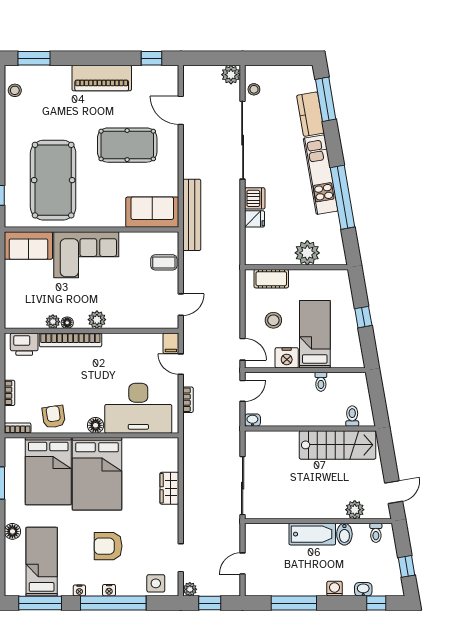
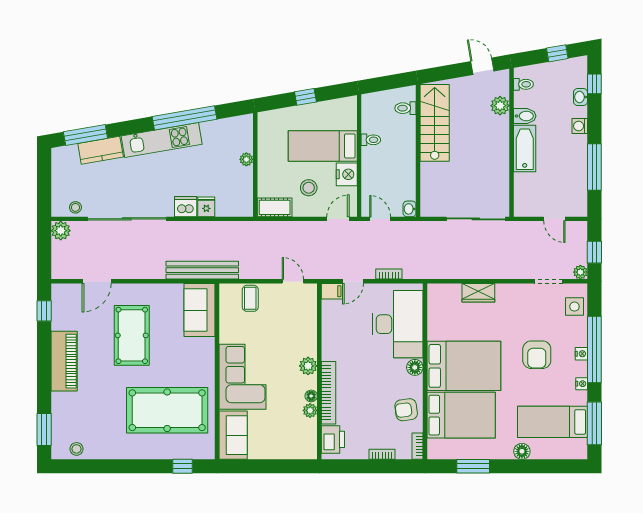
plant: (307, 253) -> (246, 159), width x0.53, depth x0.53
cot: (271, 279) -> (275, 207), moved, turned 90

